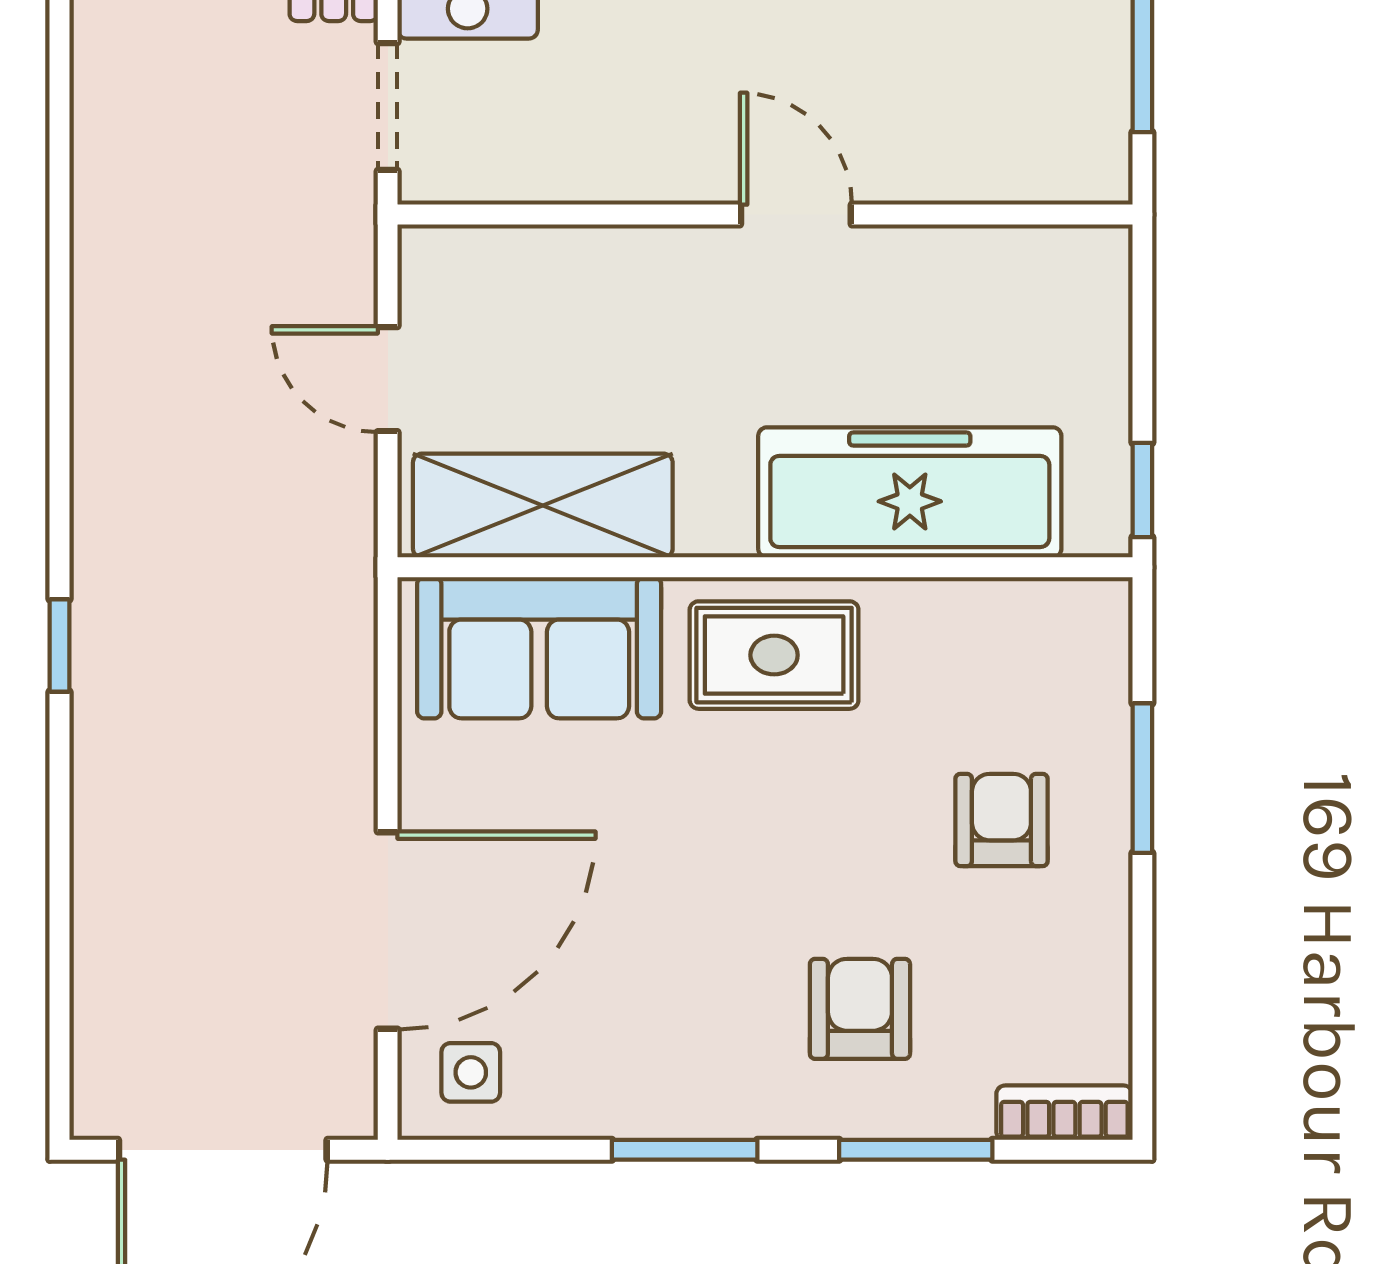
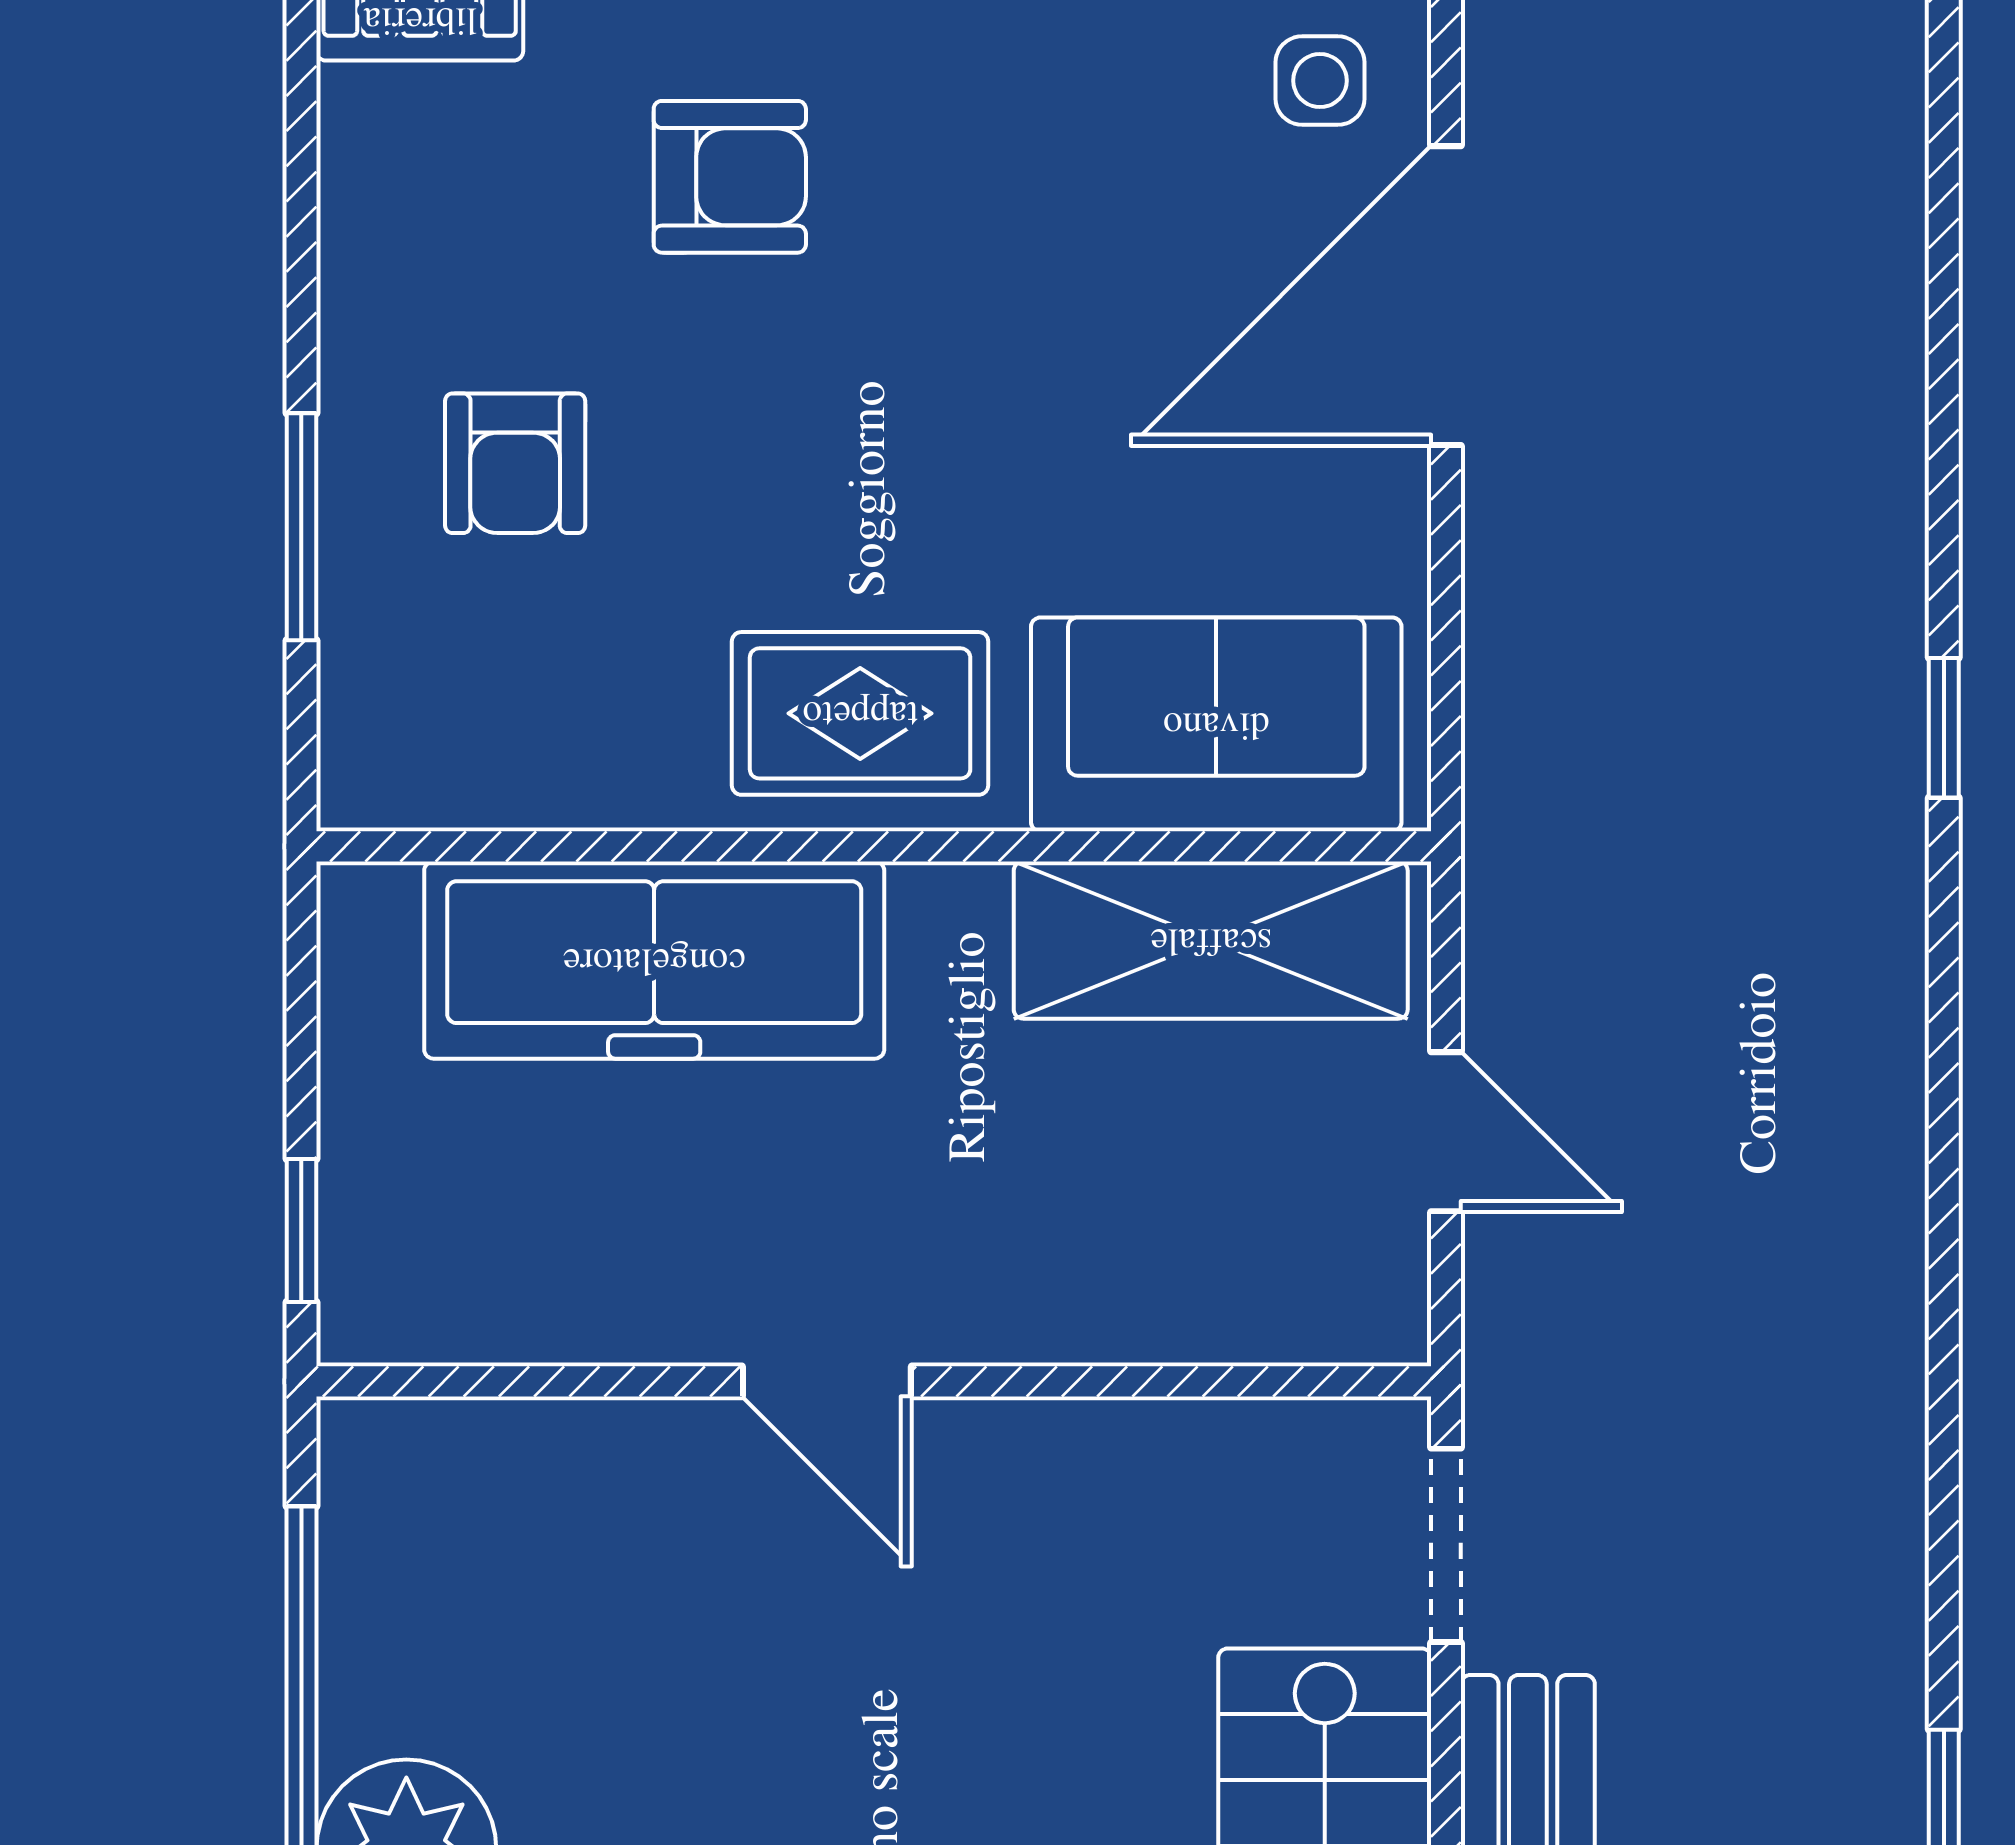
window: (1142, 490) -> (301, 1231), moved
armchair: (860, 1009) -> (730, 177), turned -90

